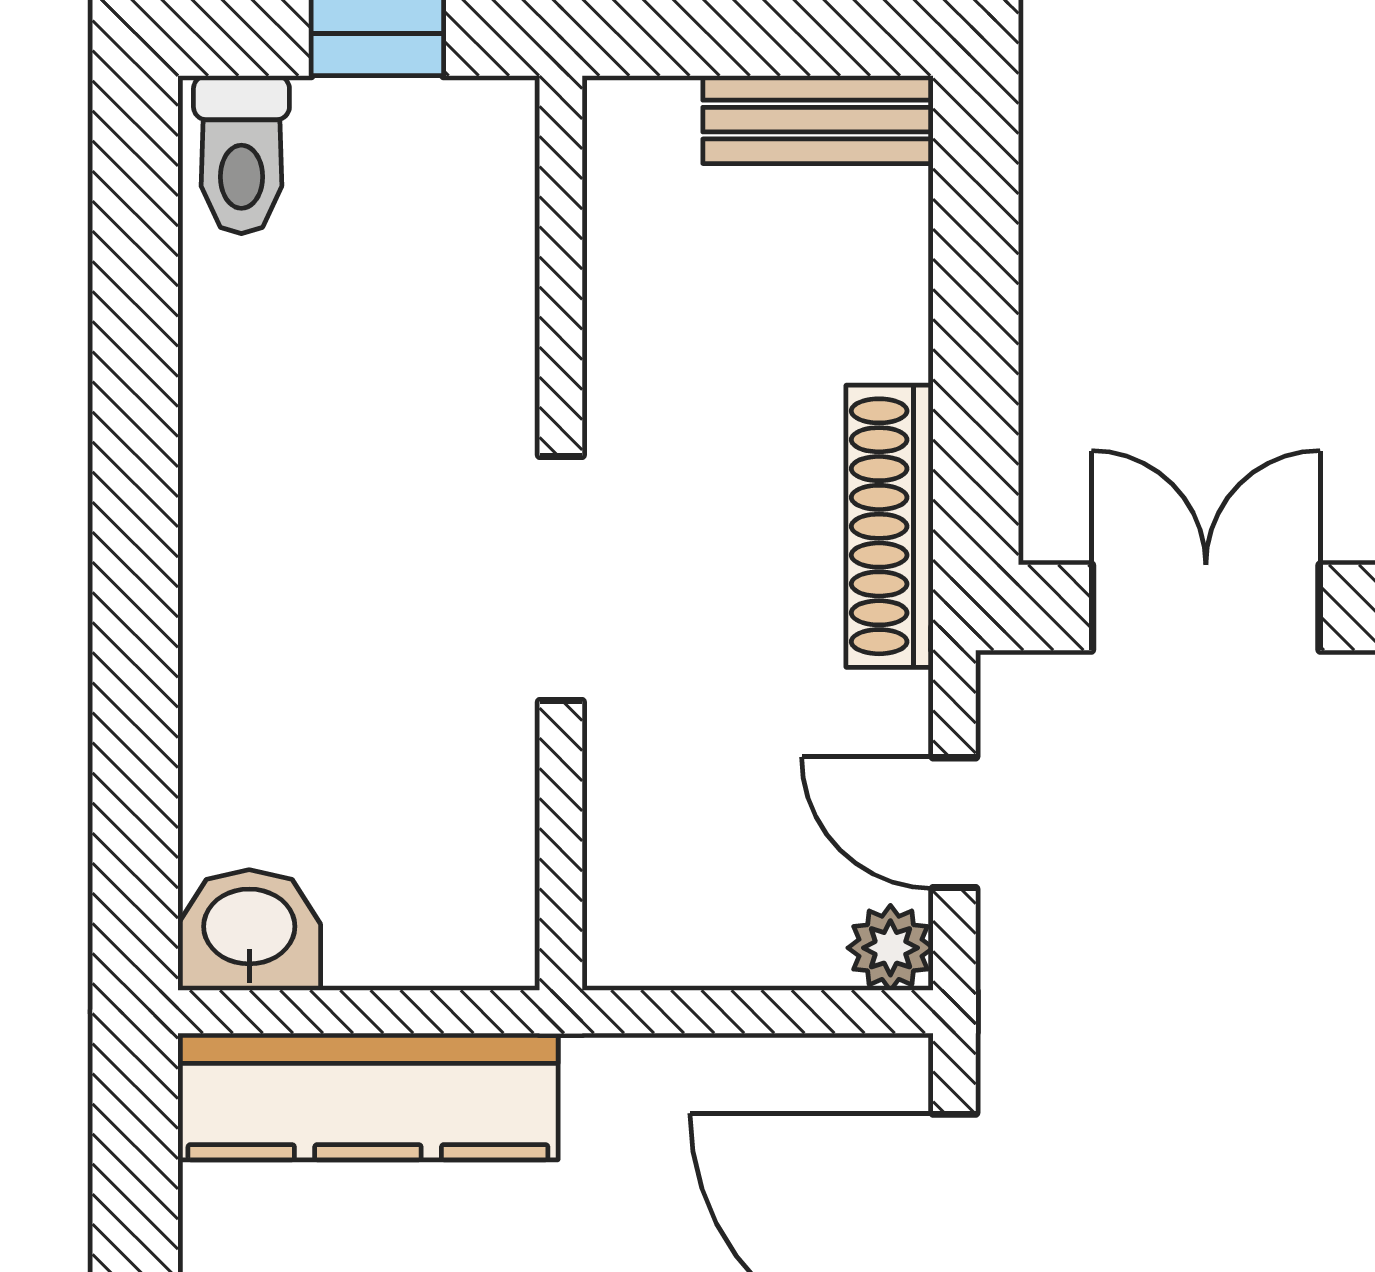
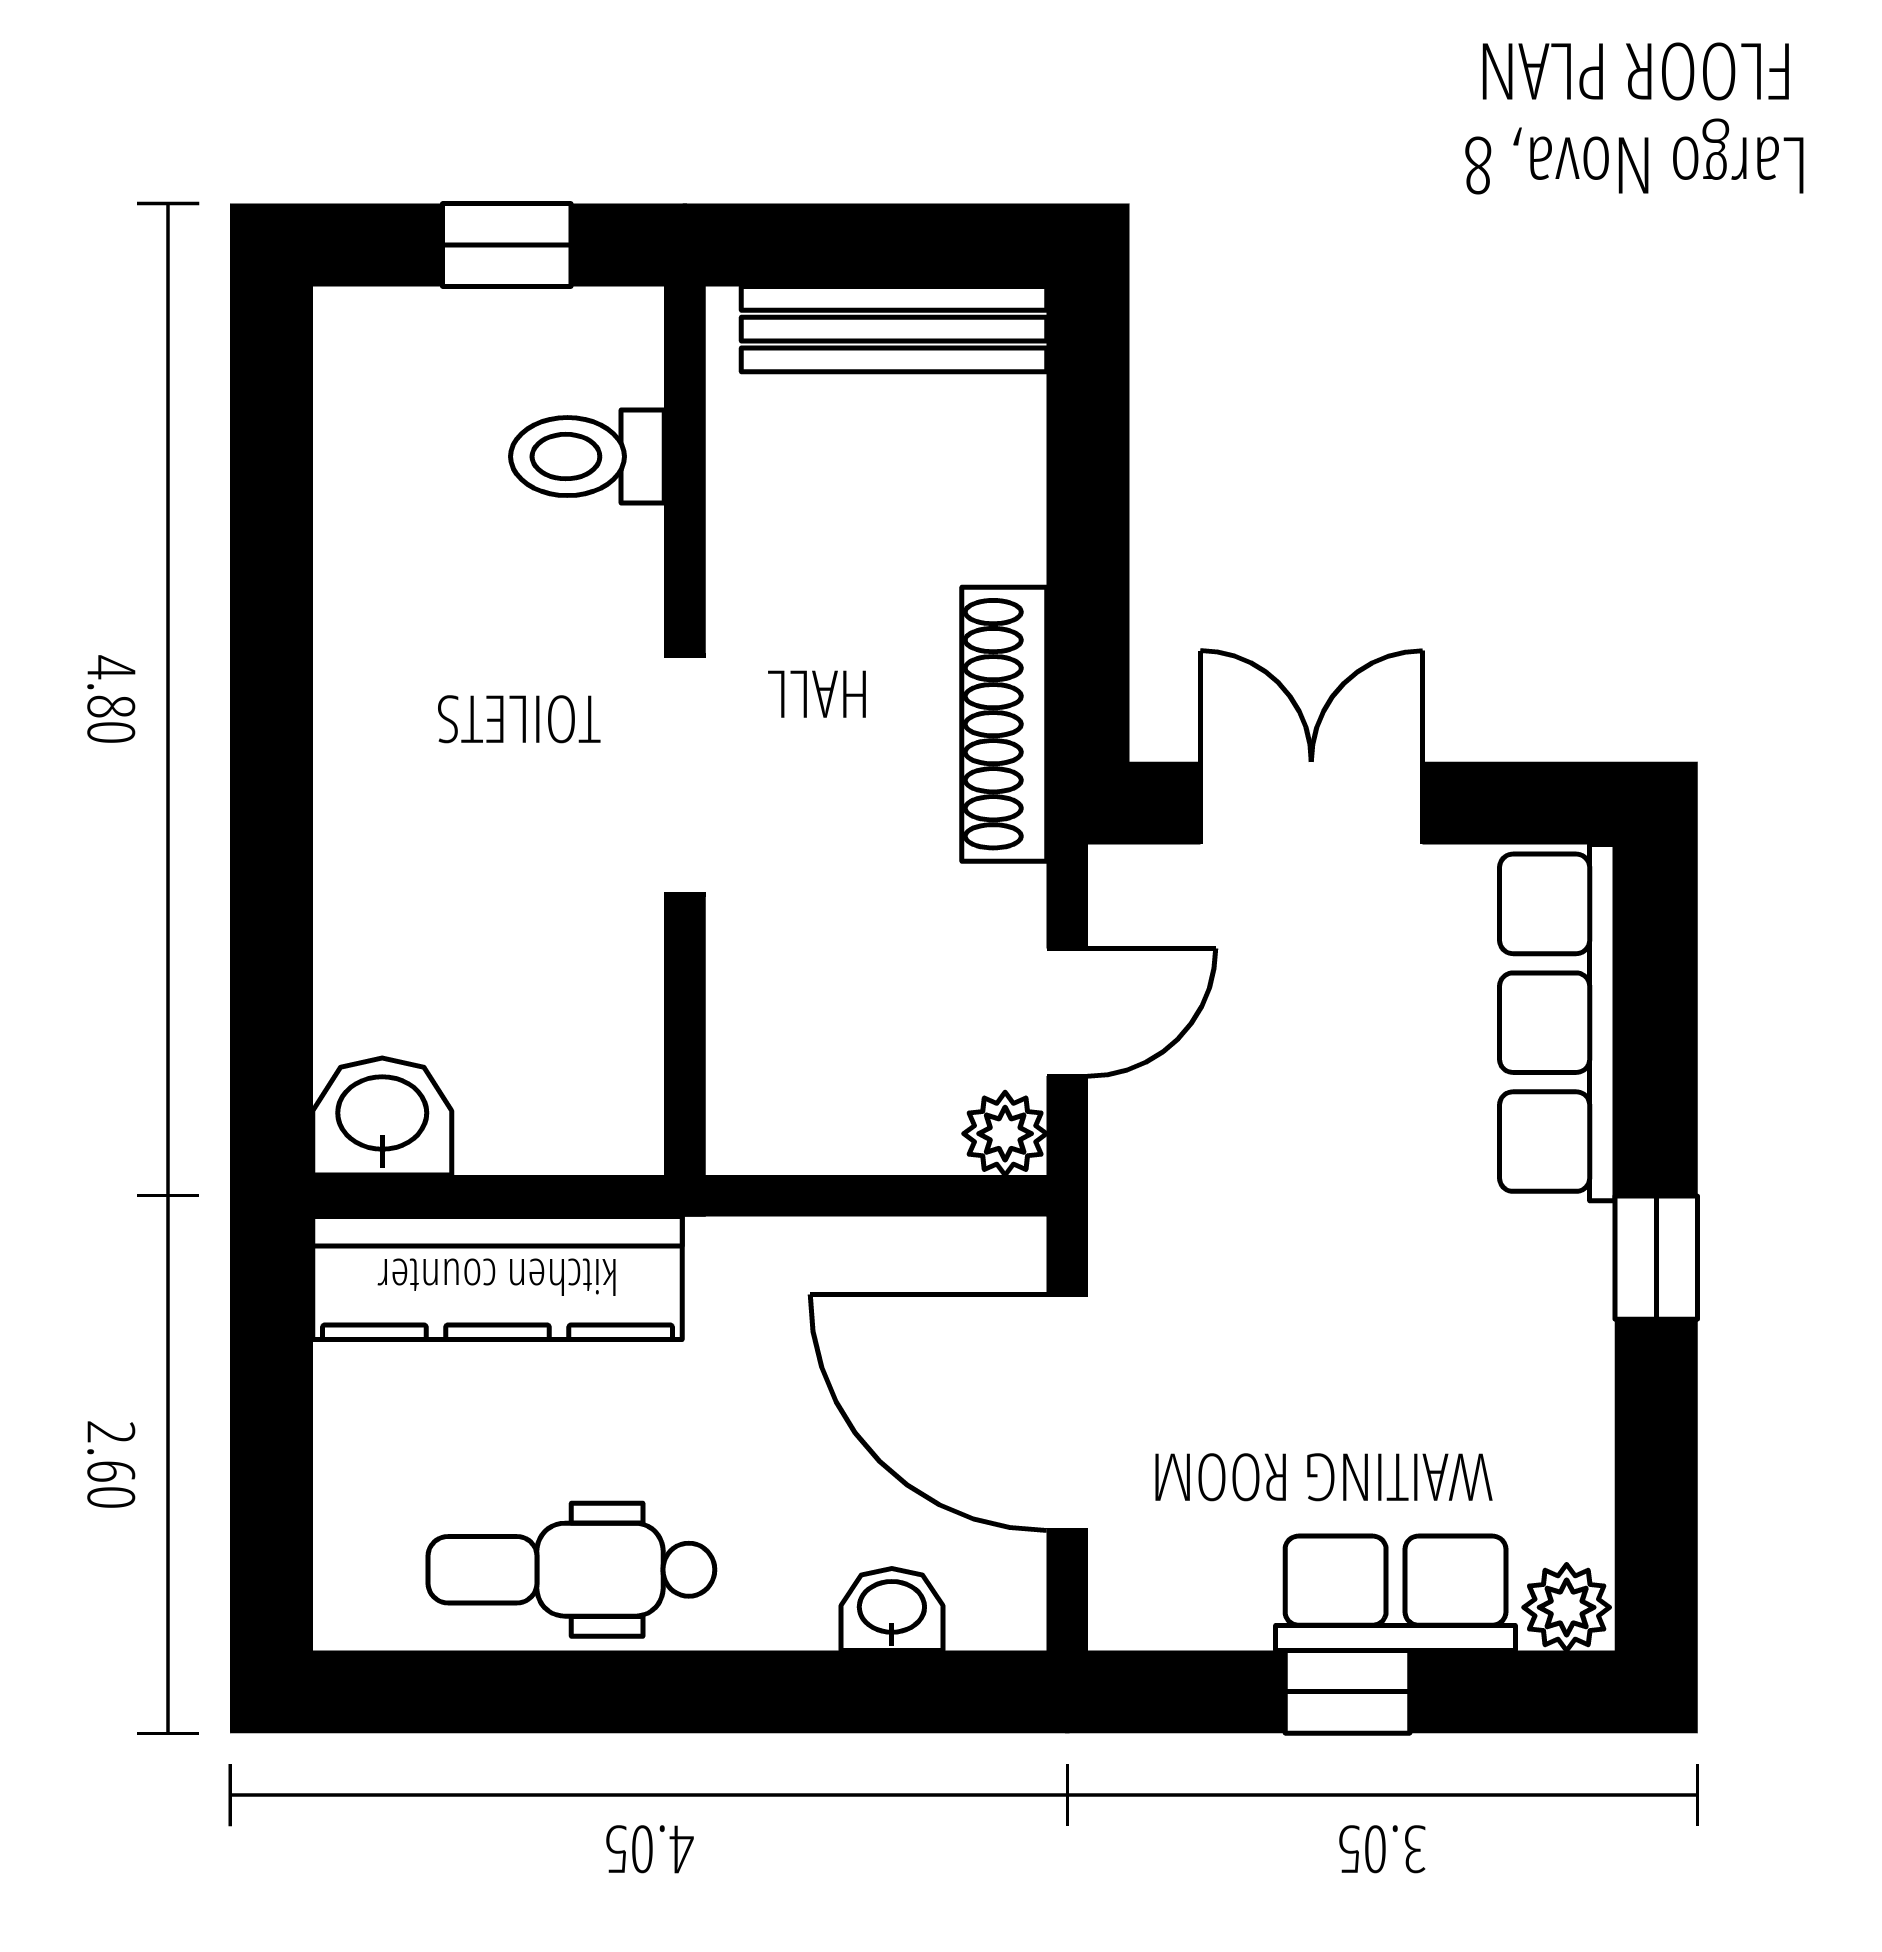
bench: (818, 120) -> (894, 329), width x1.36
toilet: (241, 155) -> (587, 457), moved, turned 90
door: (954, 823) -> (1067, 1012), swing flipped

